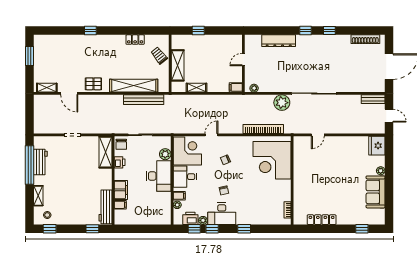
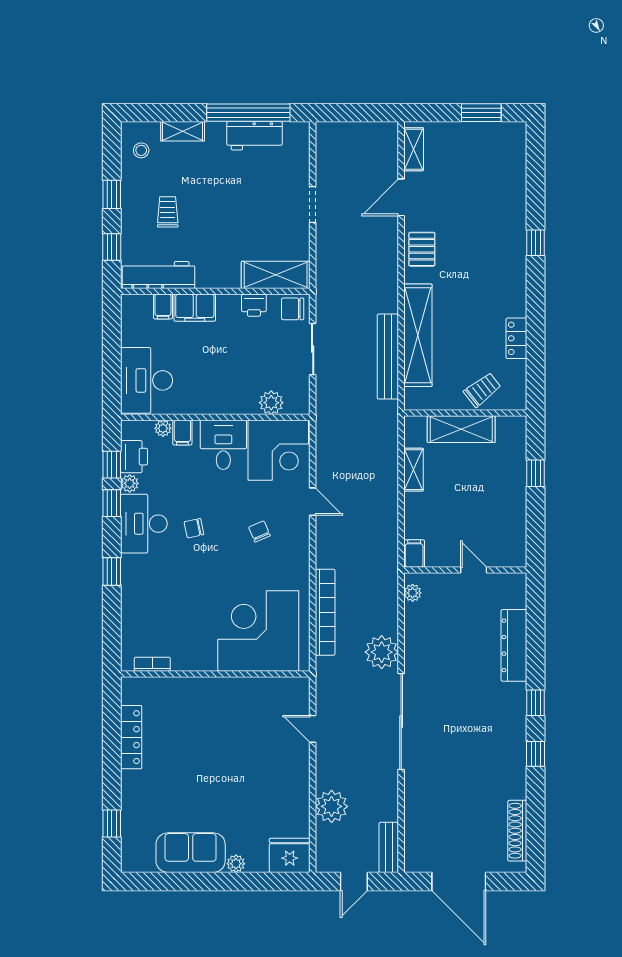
plant: (354, 126) -> (332, 806), added
desk: (159, 176) -> (147, 380), moved, turned 90
trolley: (76, 203) -> (168, 212), added
window: (50, 229) -> (112, 194), moved

